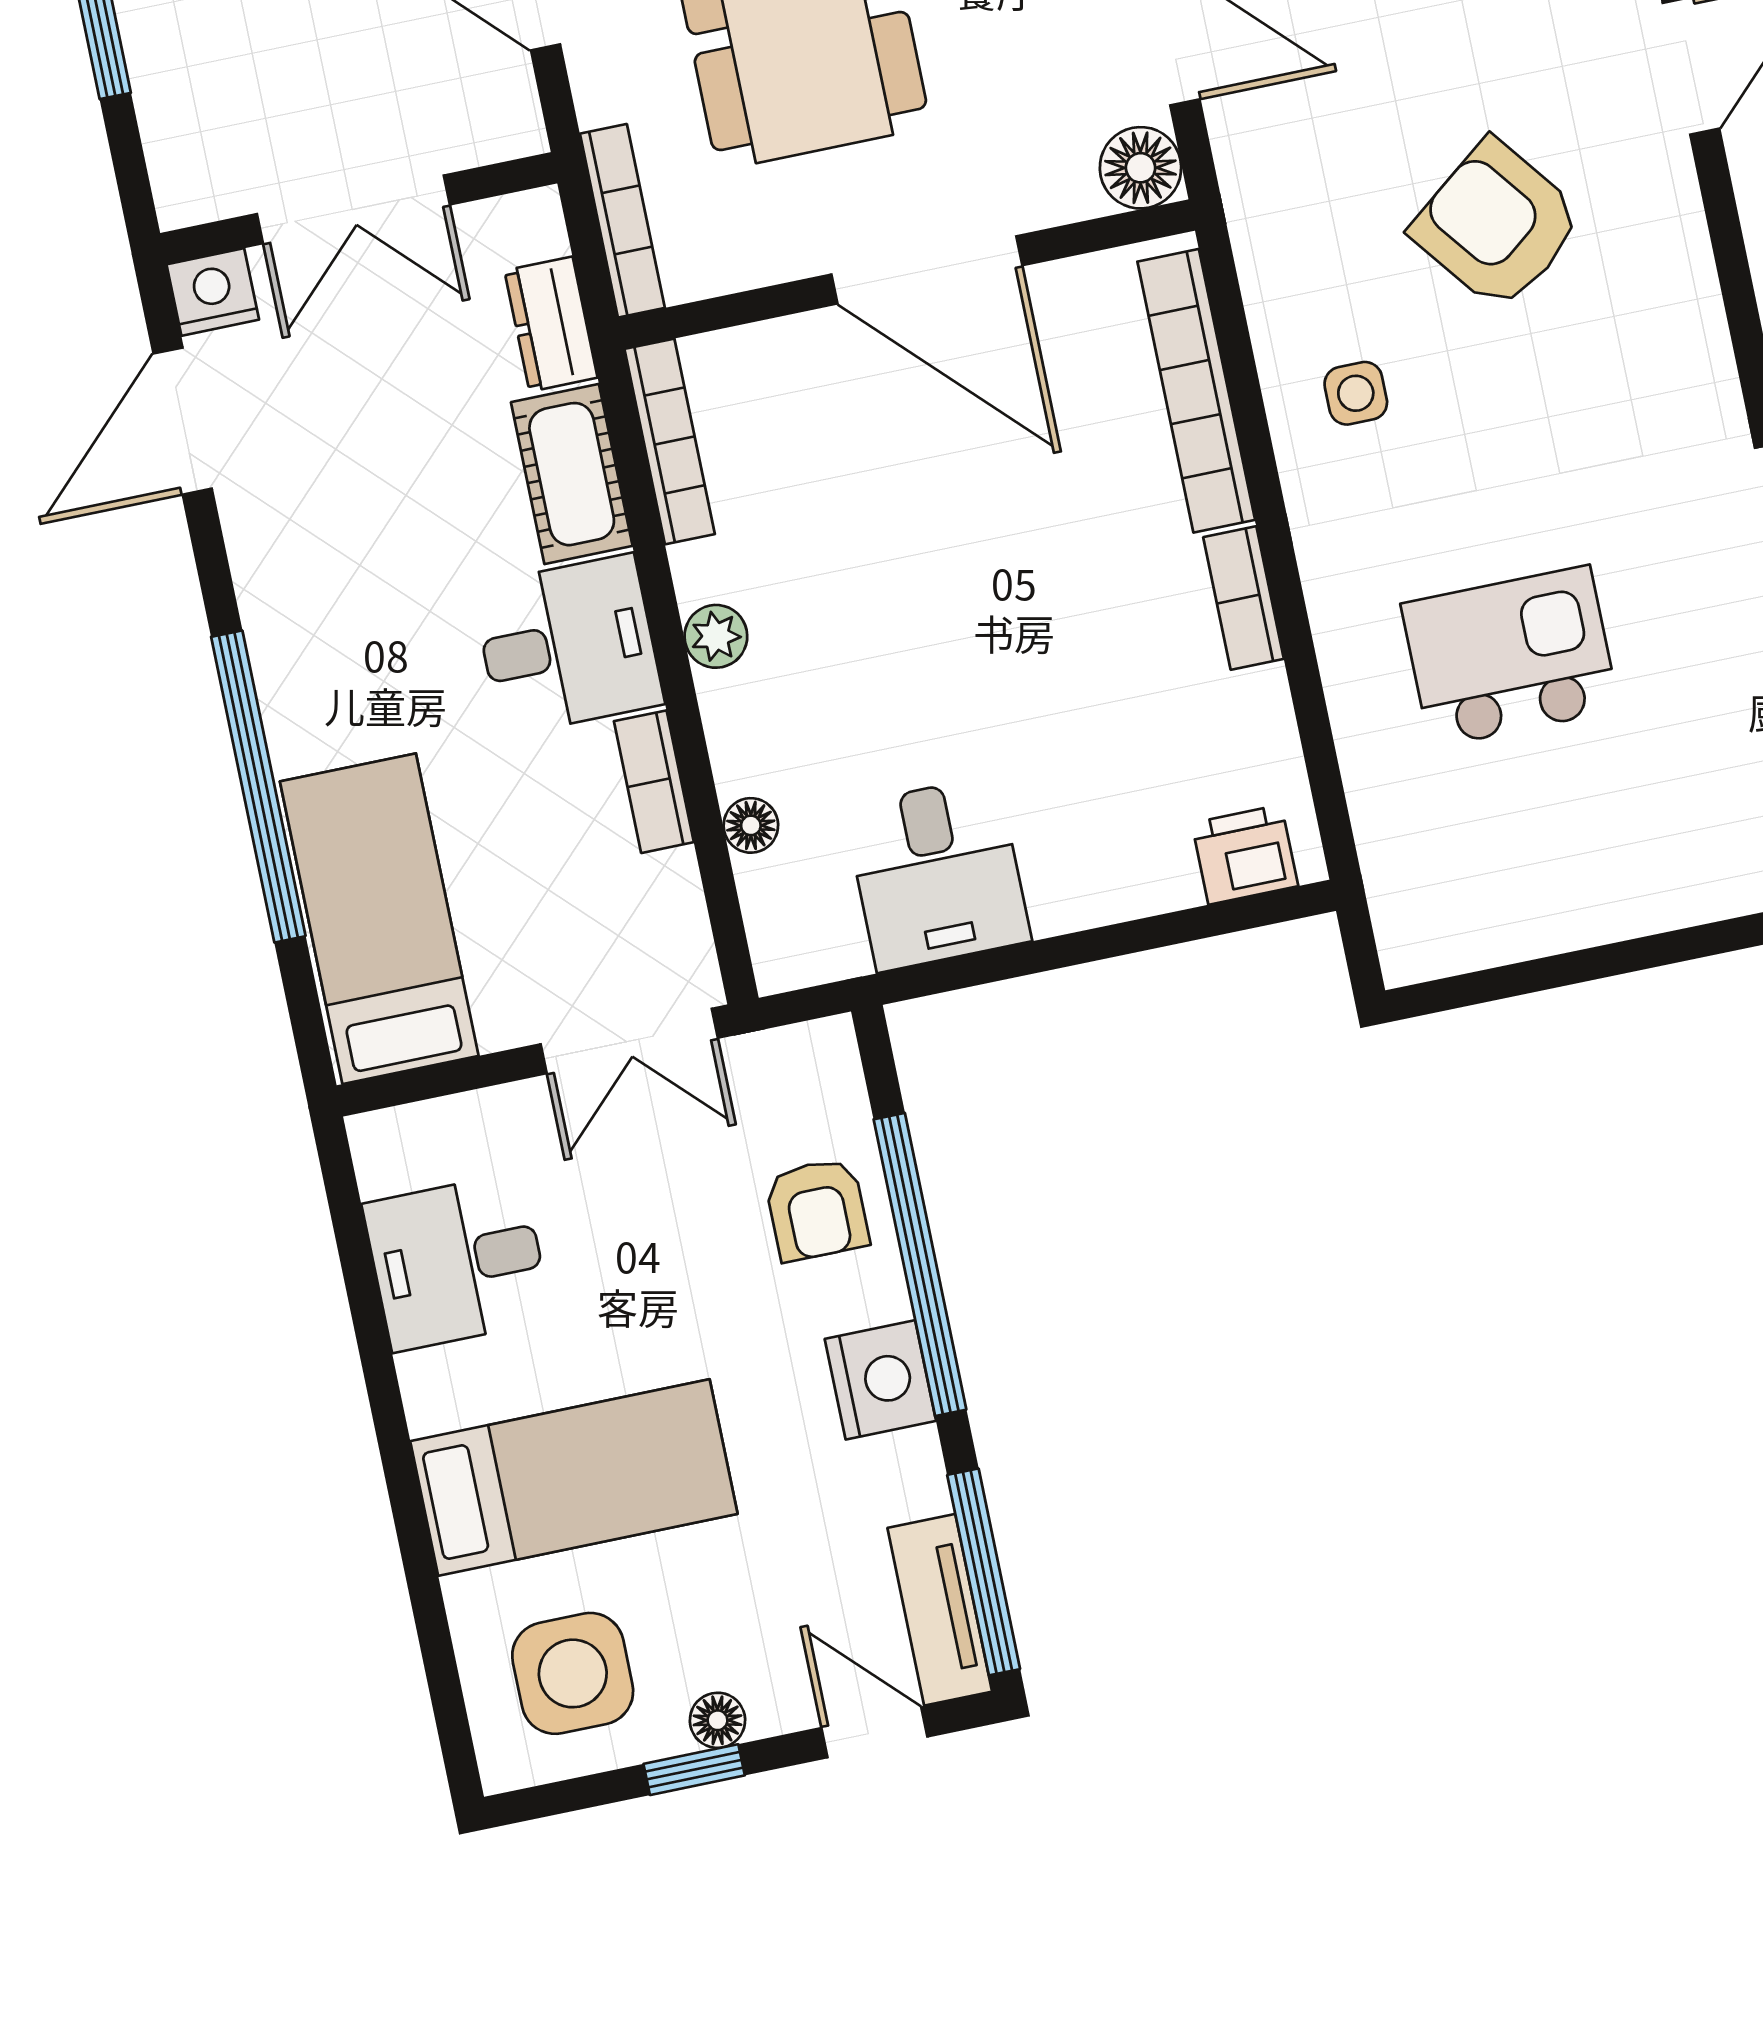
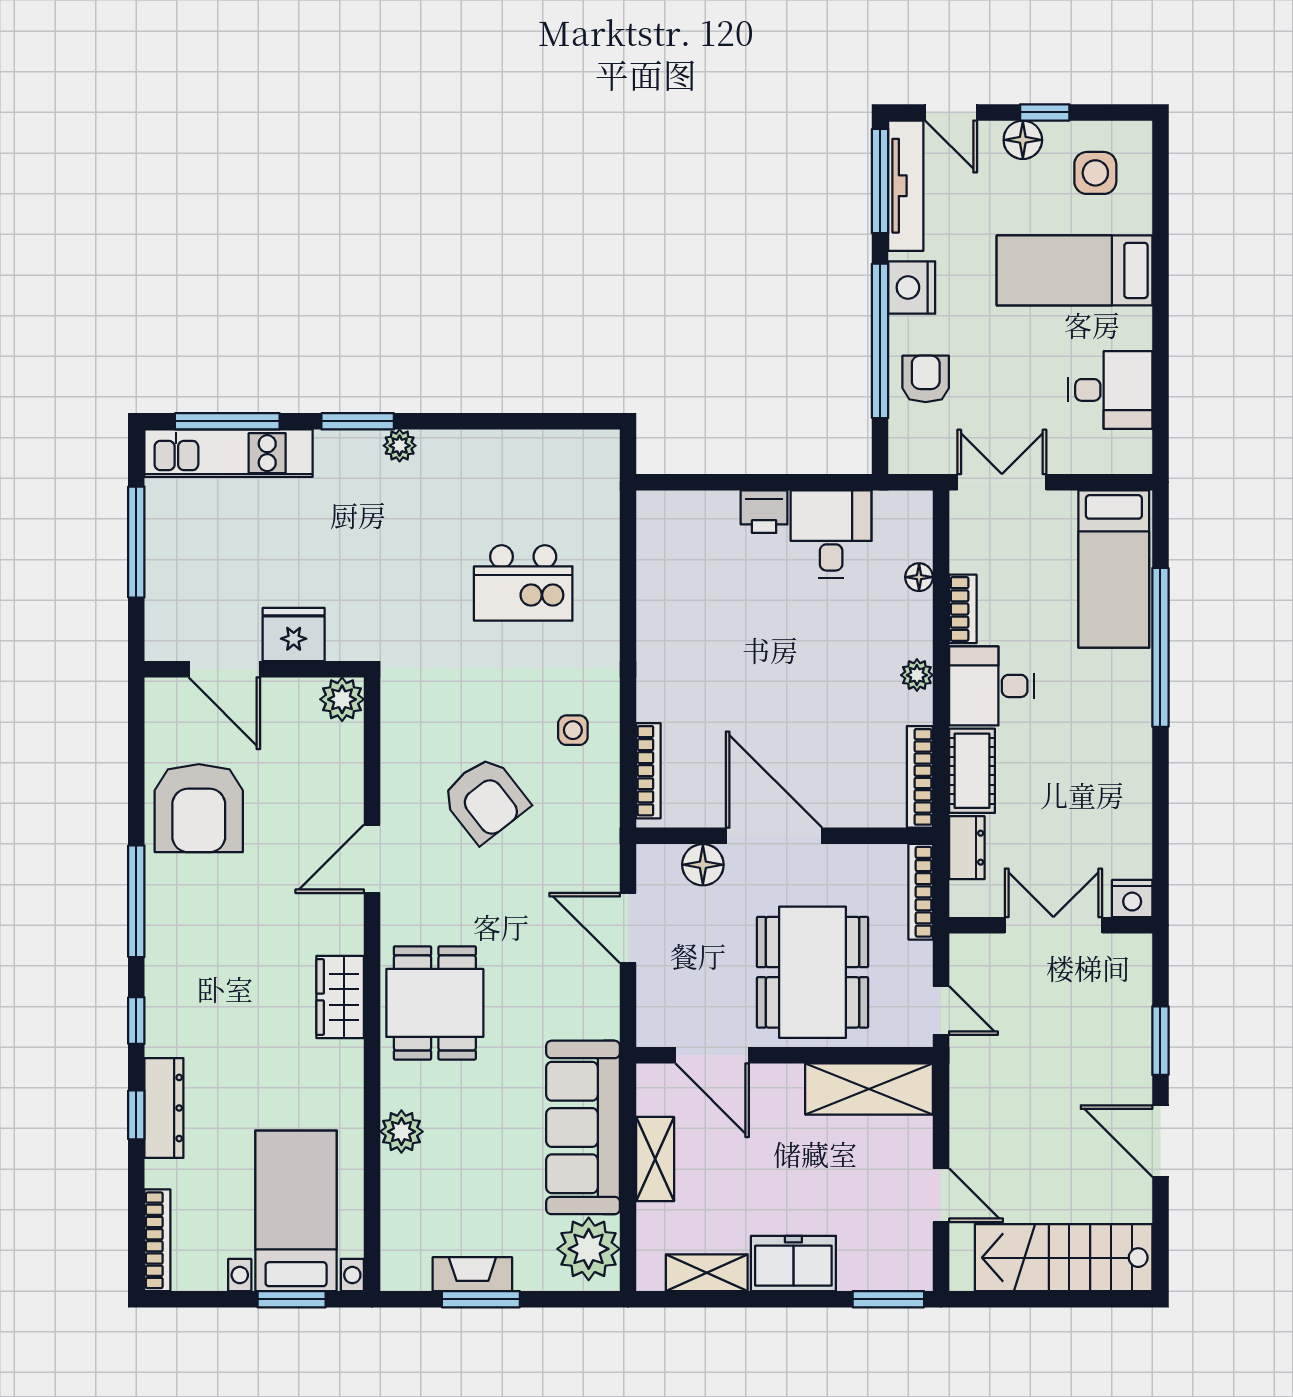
floor lamp: (1141, 168) -> (703, 865), moved
bookcase: (1196, 391) -> (648, 771), width x0.68, depth x0.76
door: (183, 421) -> (1160, 837), removed
bookcase: (1244, 598) -> (650, 640), removed
printer: (1245, 855) -> (764, 512), moved
tv unit: (940, 1610) -> (906, 186), width x1.41
side table: (573, 1673) -> (1095, 173), width x0.73, depth x0.73
floor lamp: (718, 1720) -> (1023, 140), width x1.37, depth x1.37

